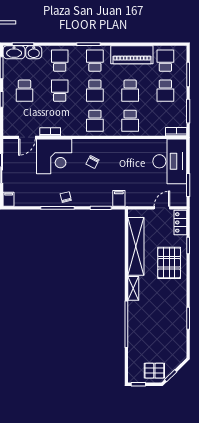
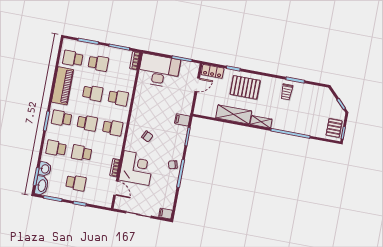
door: (162, 208) -> (197, 85), swing flipped
shelving: (136, 246) -> (234, 114), width x0.68
trolley: (173, 311) -> (287, 92), added
pallet: (154, 371) -> (334, 128), moved

